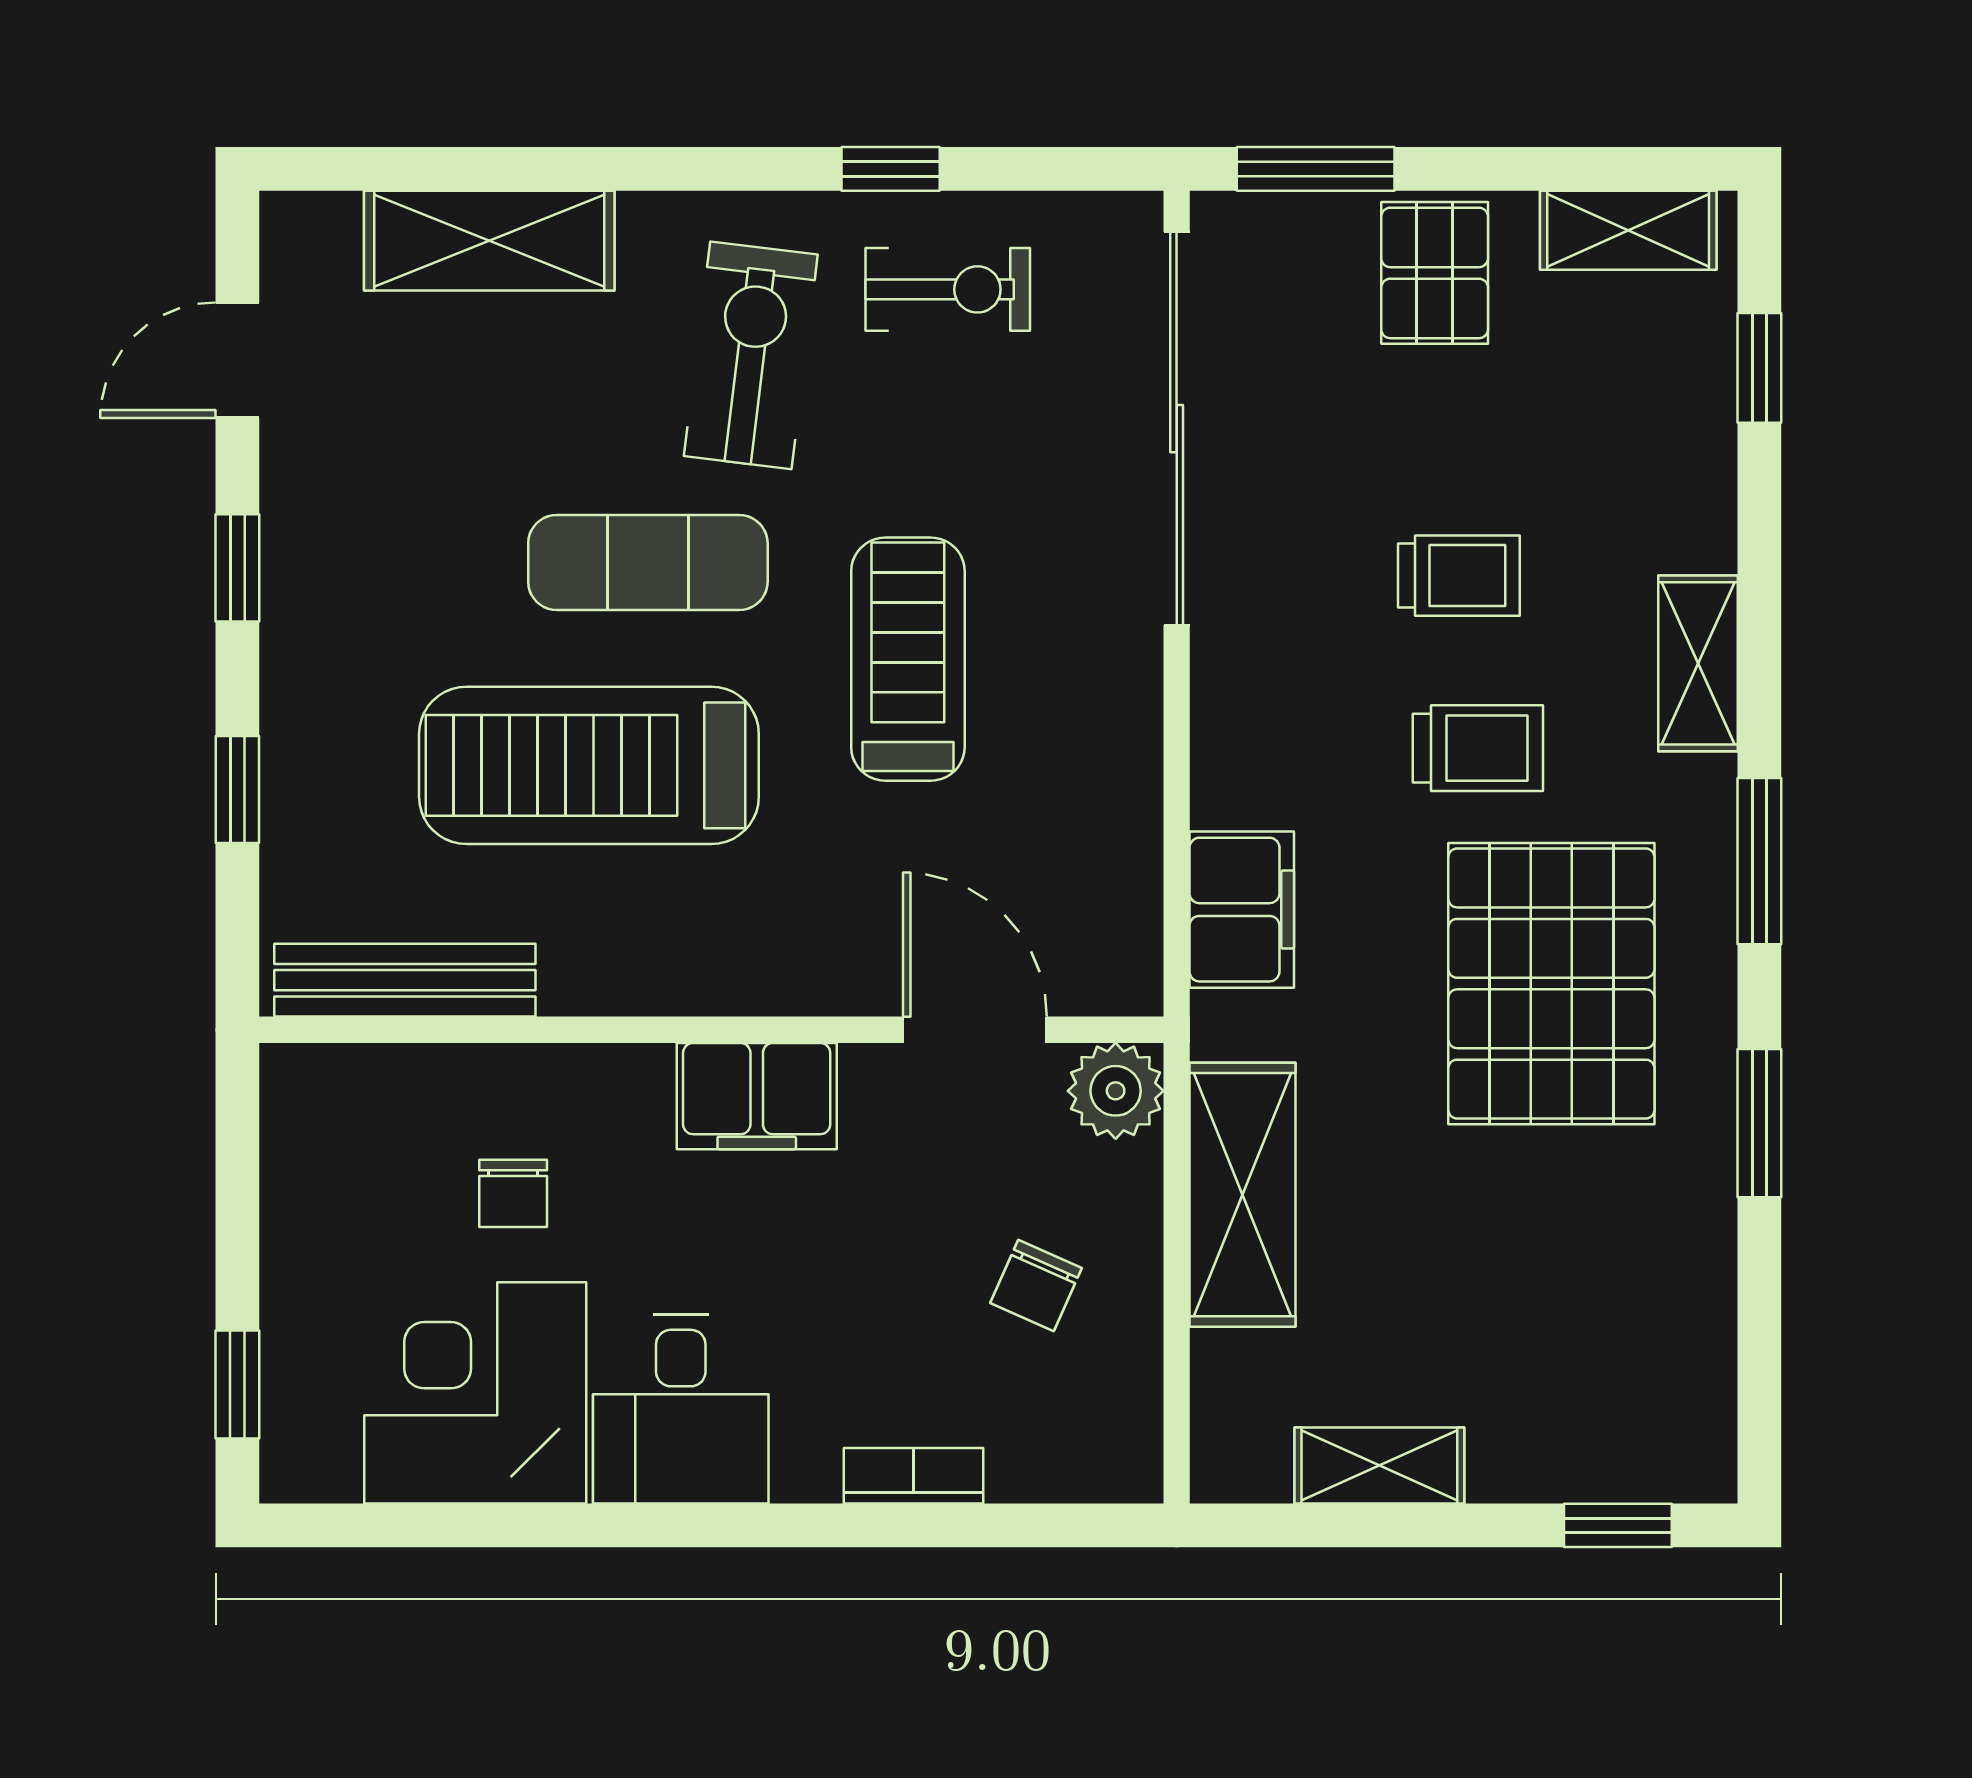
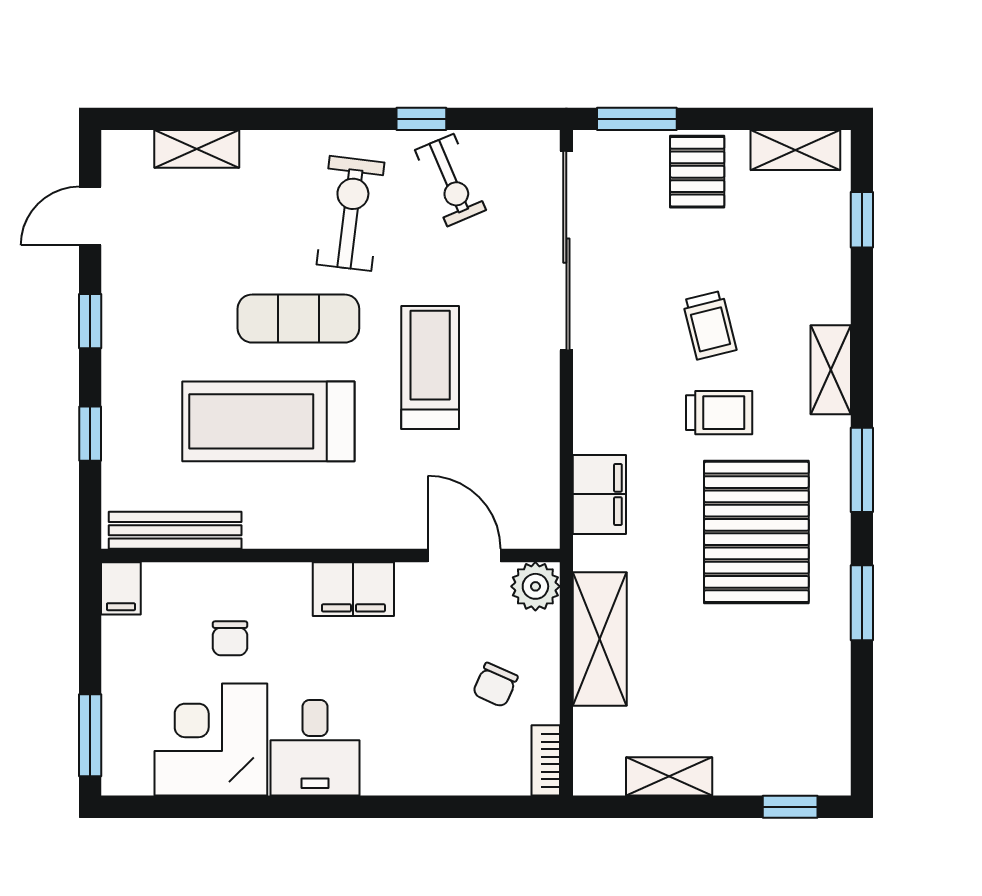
shelving: (489, 241) -> (197, 149), width x0.67, depth x0.75
exercise bike: (948, 289) -> (450, 180), turned 67
trolley: (1459, 576) -> (710, 325), turned 76
filing cabinet: (298, 1095) -> (121, 588), added
window: (237, 1384) -> (90, 735), width x1.50
bookcase: (914, 1476) -> (546, 760), moved, turned -90

